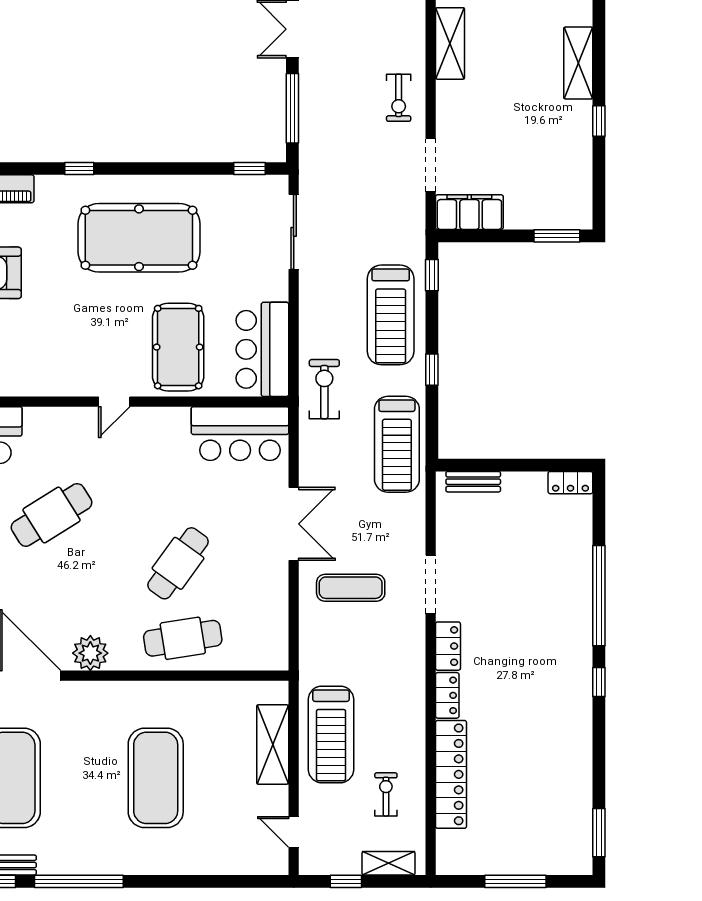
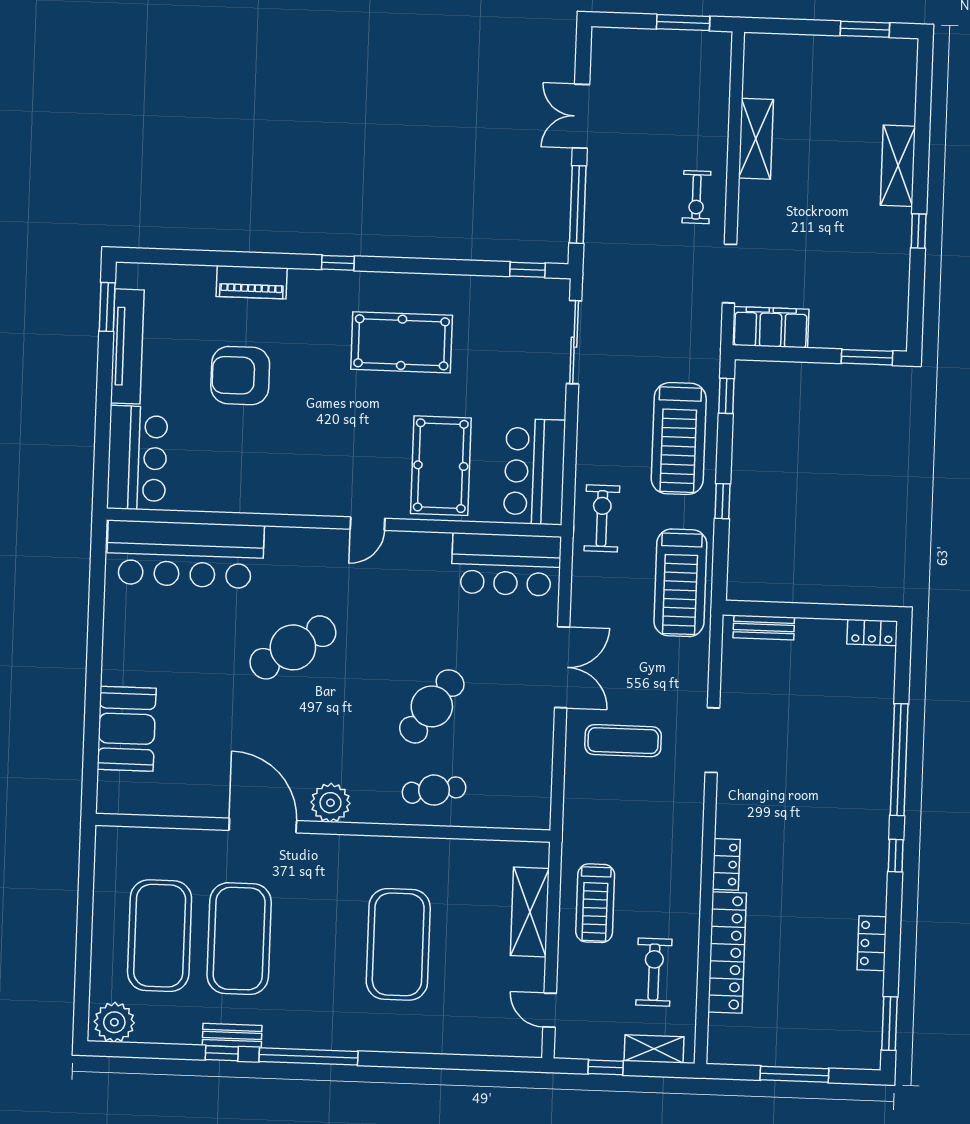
pool table: (139, 238) -> (402, 342), width x0.73, depth x0.76
cafe table: (183, 638) -> (434, 790), width x0.73, depth x0.74
locker: (448, 646) -> (872, 943), moved, turned 180
treadmill: (331, 734) -> (595, 903), width x0.73, depth x0.73
exercise bike: (386, 794) -> (654, 972), width x1.38, depth x1.39

